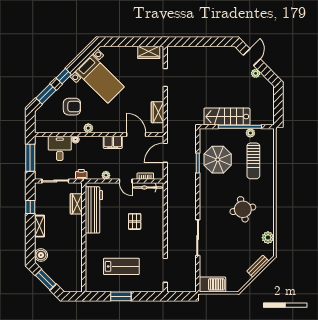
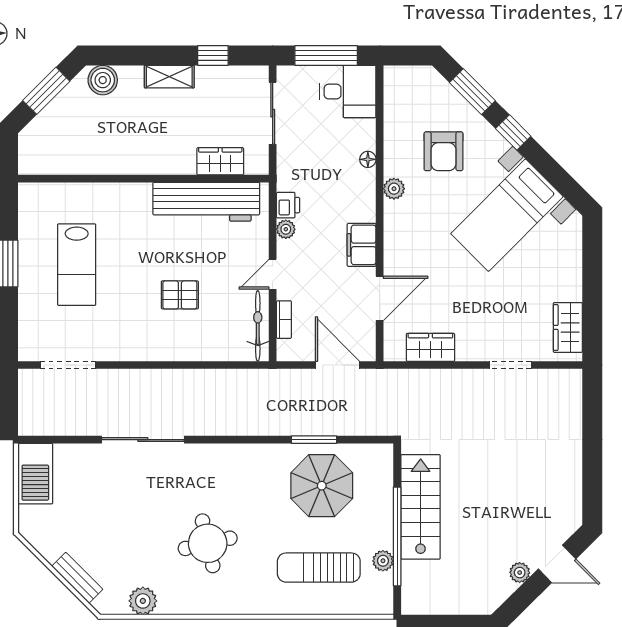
desk: (60, 148) -> (348, 92), moved
printer: (81, 174) -> (288, 205), moved

